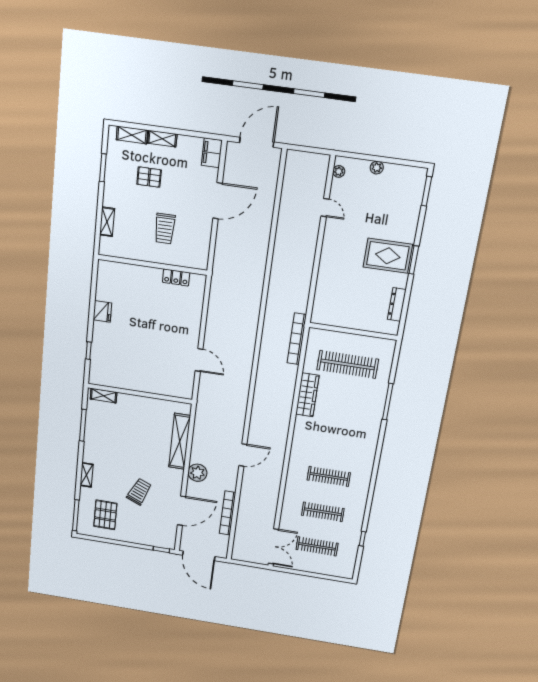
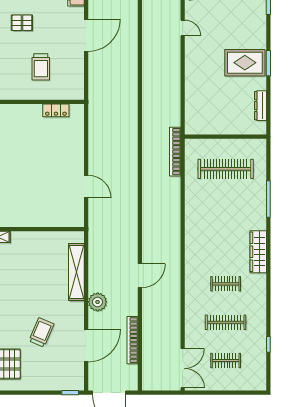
wardrobe: (307, 395) -> (258, 252), moved, turned 180
clothes rail: (329, 476) -> (226, 284), width x0.73
clothes rail: (317, 546) -> (226, 361), width x0.73

